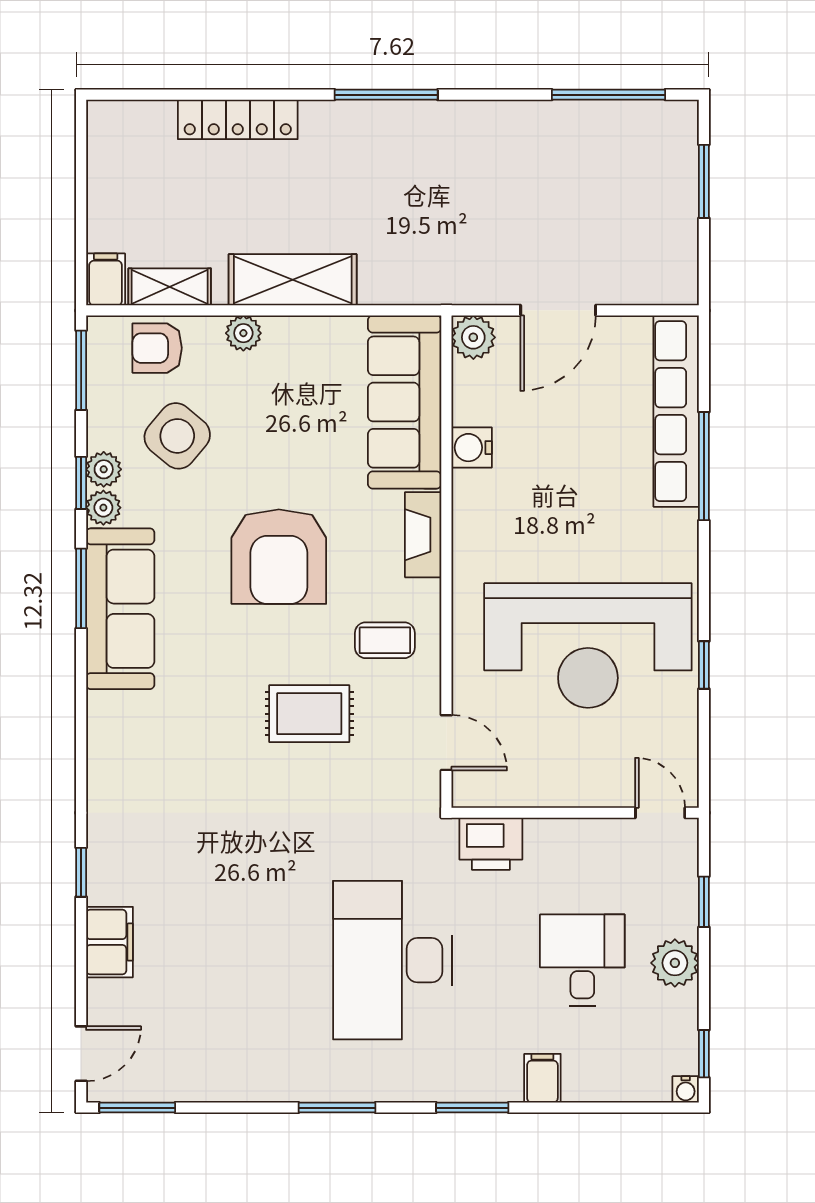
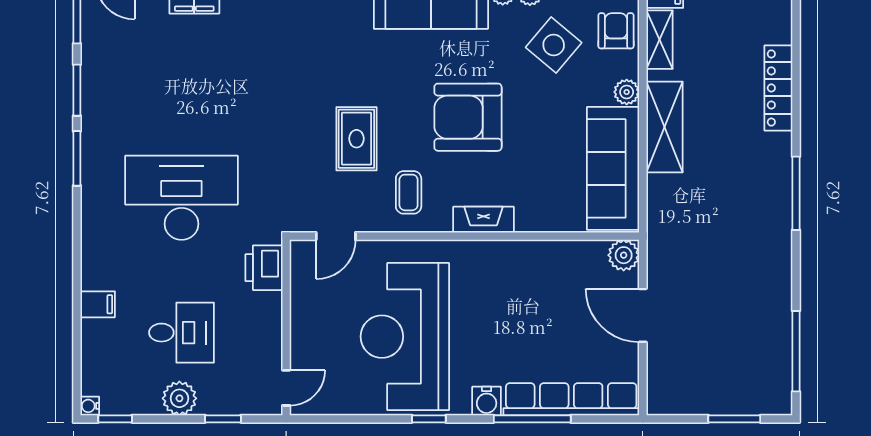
sofa: (405, 402) -> (613, 168), moved, turned -90
water cooler: (472, 448) -> (487, 401), moved, turned 180
window: (704, 665) -> (429, 419), moved
window: (472, 1108) -> (77, 90), moved

